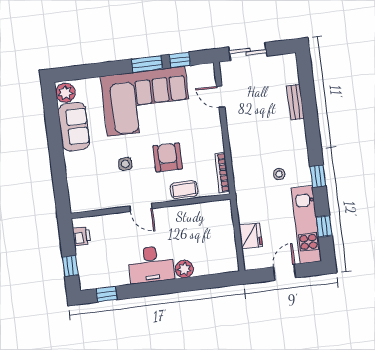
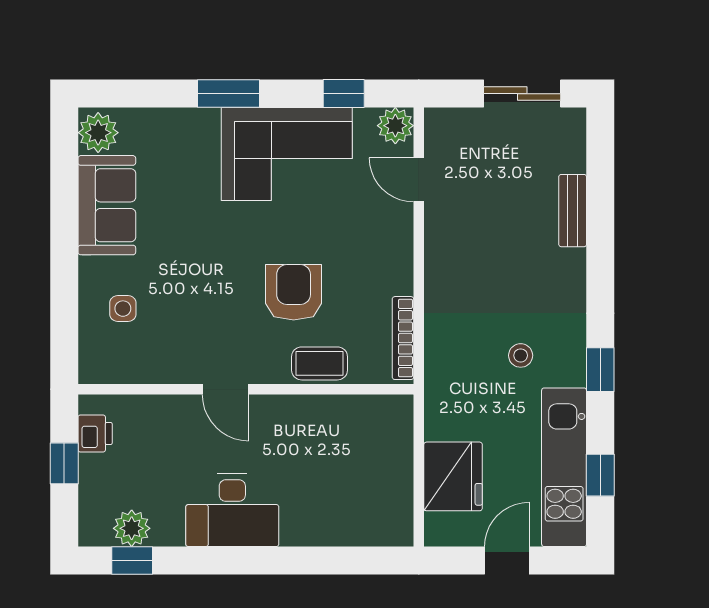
sliding door: (248, 52) -> (522, 94), moved
window: (147, 64) -> (229, 94), moved
plant: (206, 72) -> (395, 126), added
corner sofa: (146, 101) -> (287, 154), width x0.73, depth x0.74
side table: (125, 164) -> (123, 309), moved
fridge: (251, 236) -> (453, 476), width x1.36, depth x1.34
window: (70, 266) -> (64, 463), moved
plant: (184, 269) -> (132, 528), moved

